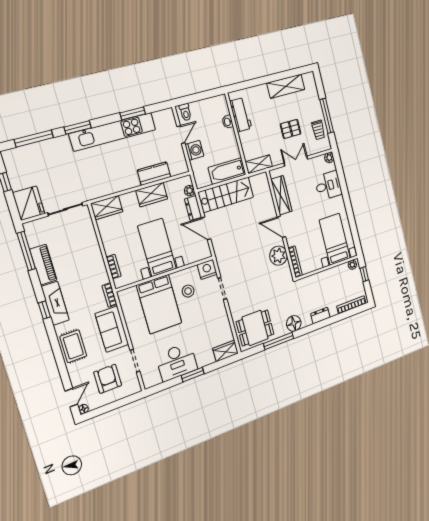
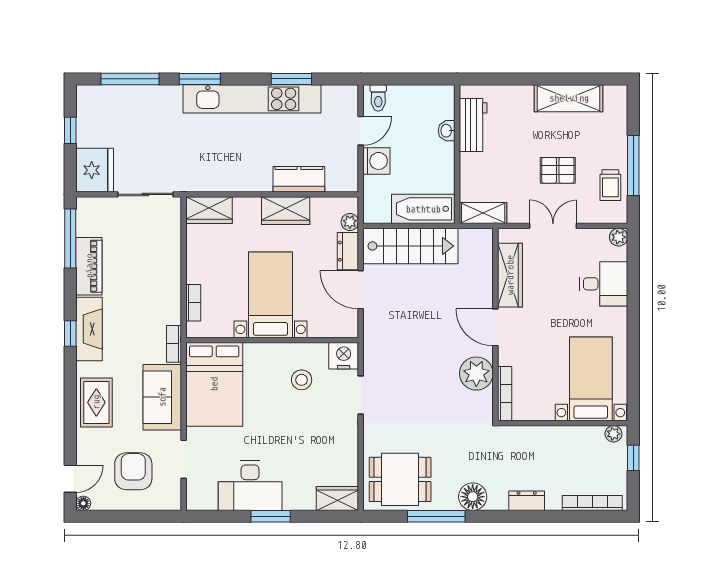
bed: (159, 304) -> (214, 384), moved

